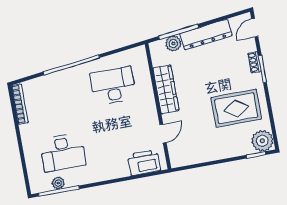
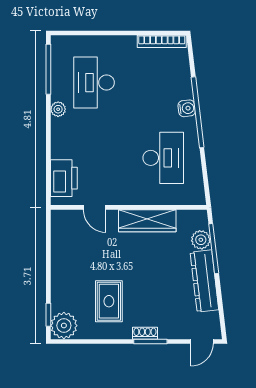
door: (255, 28) -> (202, 341), swing flipped
shoe rack: (254, 62) -> (145, 333), moved
water cooler: (70, 74) -> (187, 108), added
rug: (236, 108) -> (109, 301), width x0.73, depth x0.70
plant: (58, 183) -> (58, 109), moved

